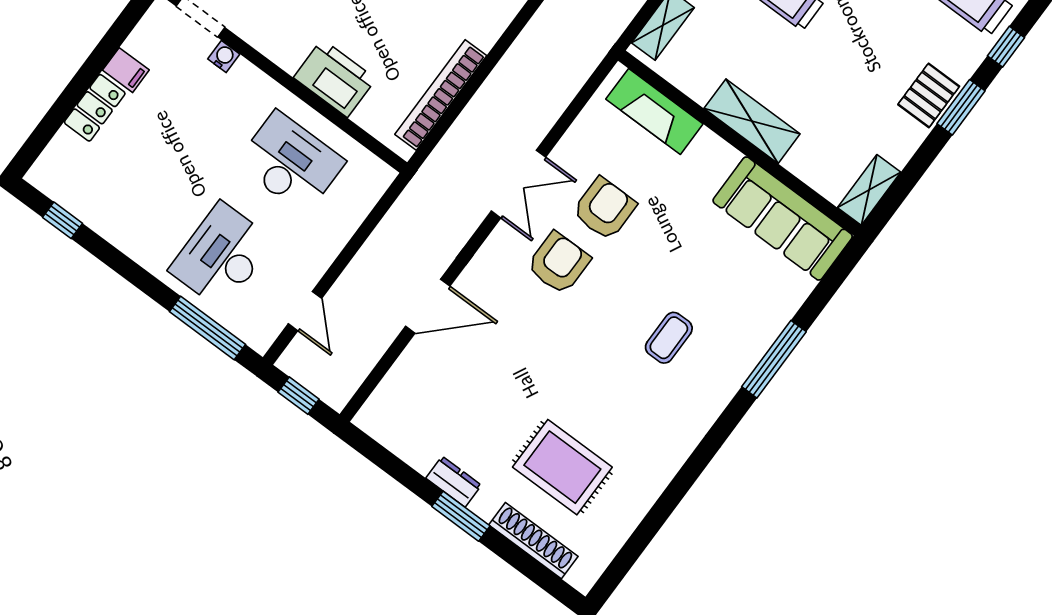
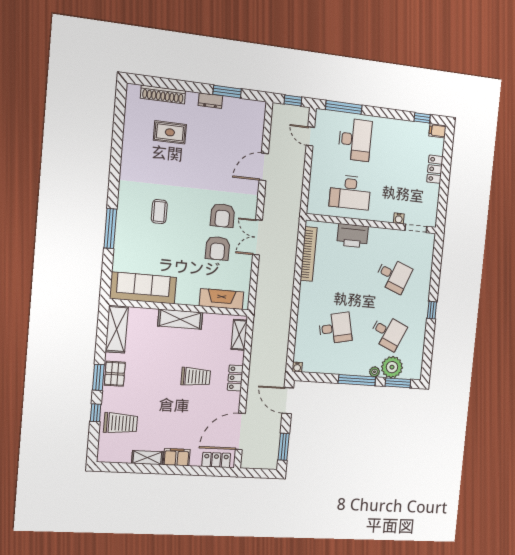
filing cabinet: (126, 70) -> (438, 131), moved
shelving: (869, 190) -> (117, 329), width x1.50, depth x1.33
rug: (562, 467) -> (170, 132), width x0.73, depth x0.70
window: (461, 516) -> (227, 92), moved

